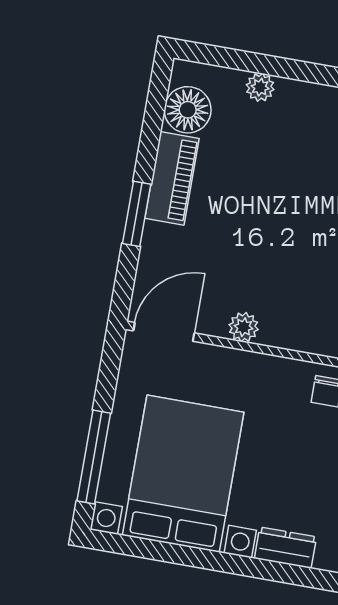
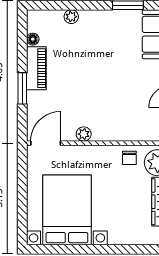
floor lamp: (188, 110) -> (33, 39), width x0.53, depth x0.53
window: (94, 457) -> (22, 210), removed
dresser: (285, 548) -> (123, 237), removed

